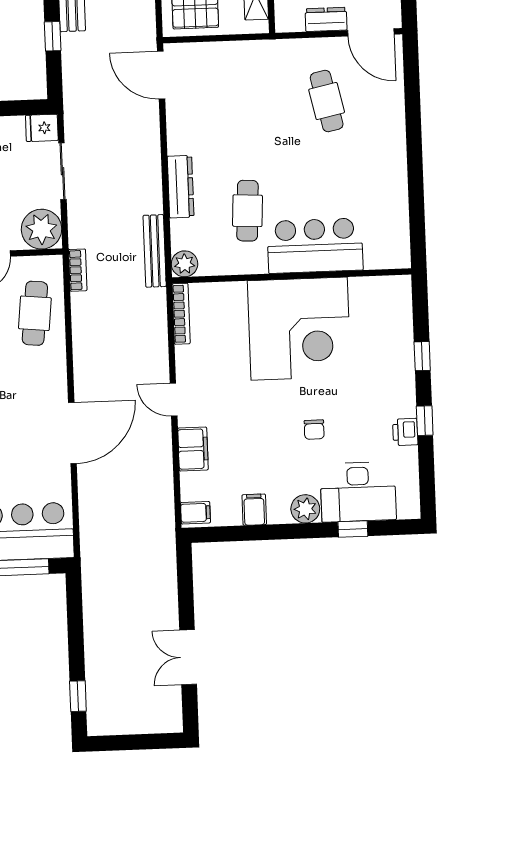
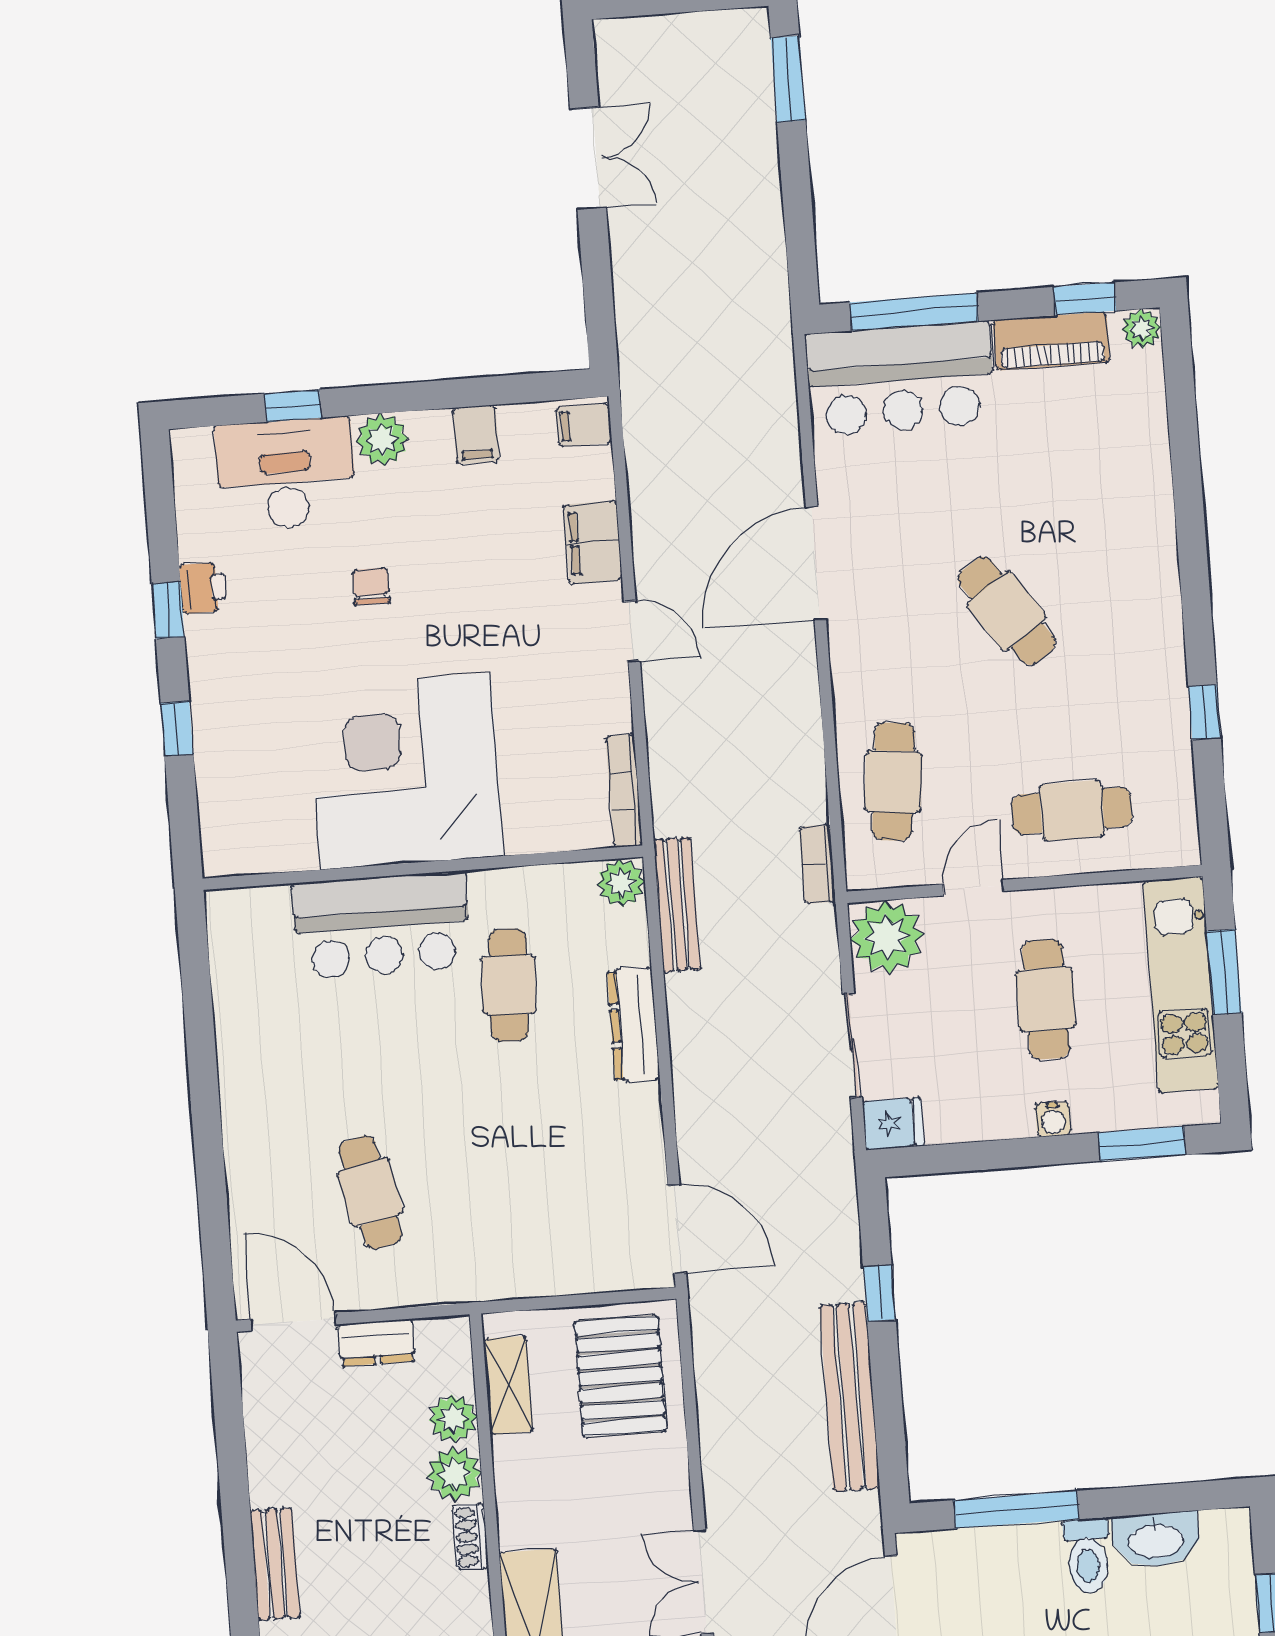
window: (78, 696) -> (788, 79), width x1.50

